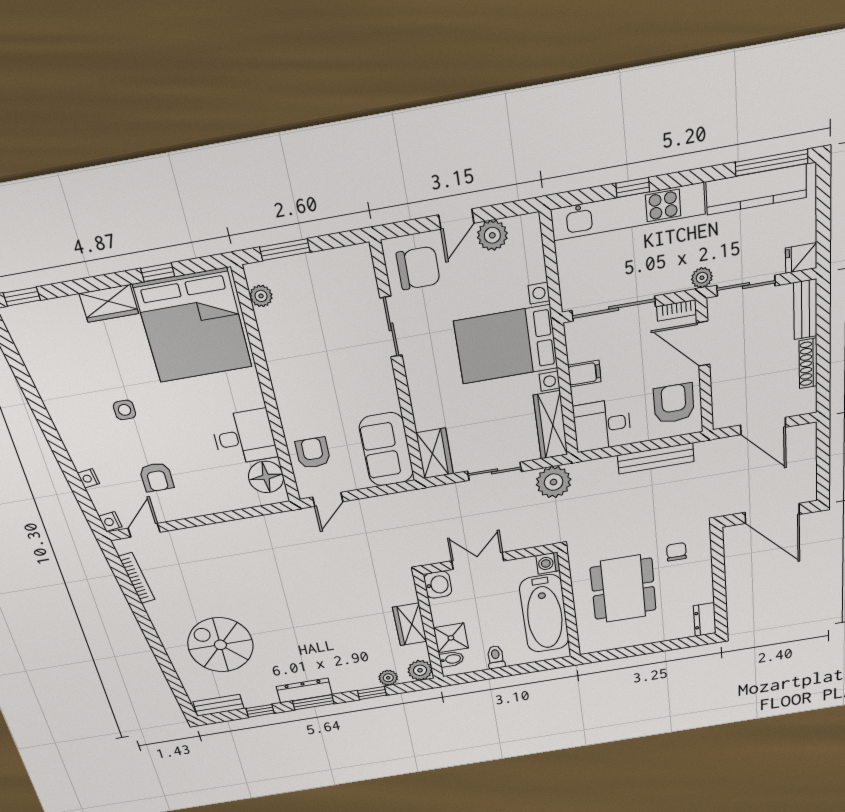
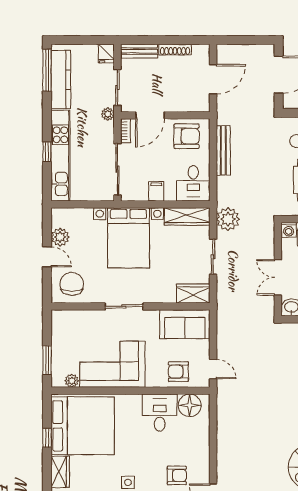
sliding door: (391, 327) -> (124, 306), moved
corner sofa: (302, 355) -> (112, 364), added
armchair: (674, 403) -> (187, 136), turned 180

